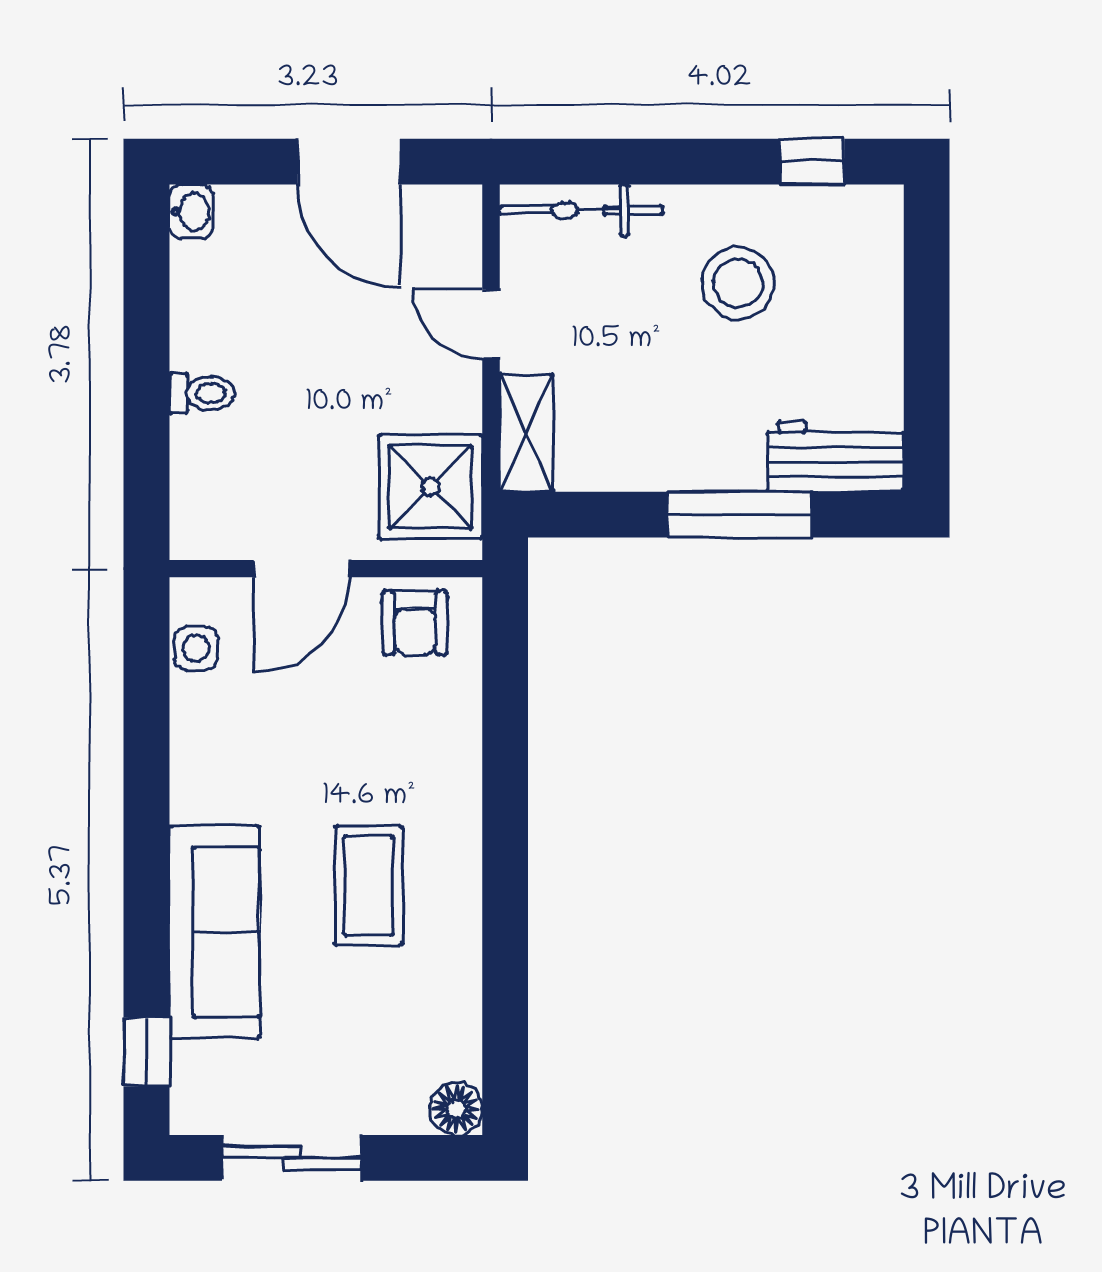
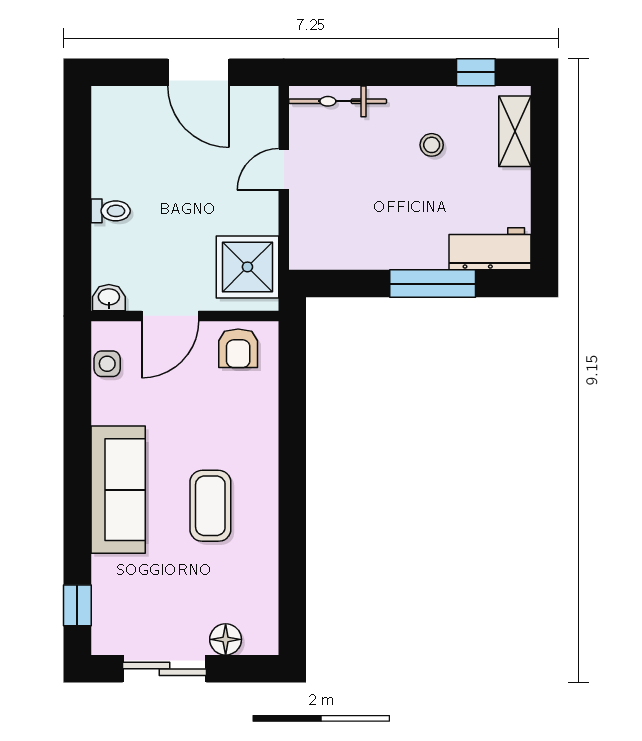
washbasin: (191, 212) -> (109, 298), moved, turned -90
stool: (738, 283) -> (432, 145), width x0.53, depth x0.53
door: (491, 324) -> (284, 169), hinge flipped
shelving: (526, 433) -> (515, 131), moved
sofa: (215, 932) -> (118, 490), moved
floor lamp: (456, 1109) -> (226, 639), moved

